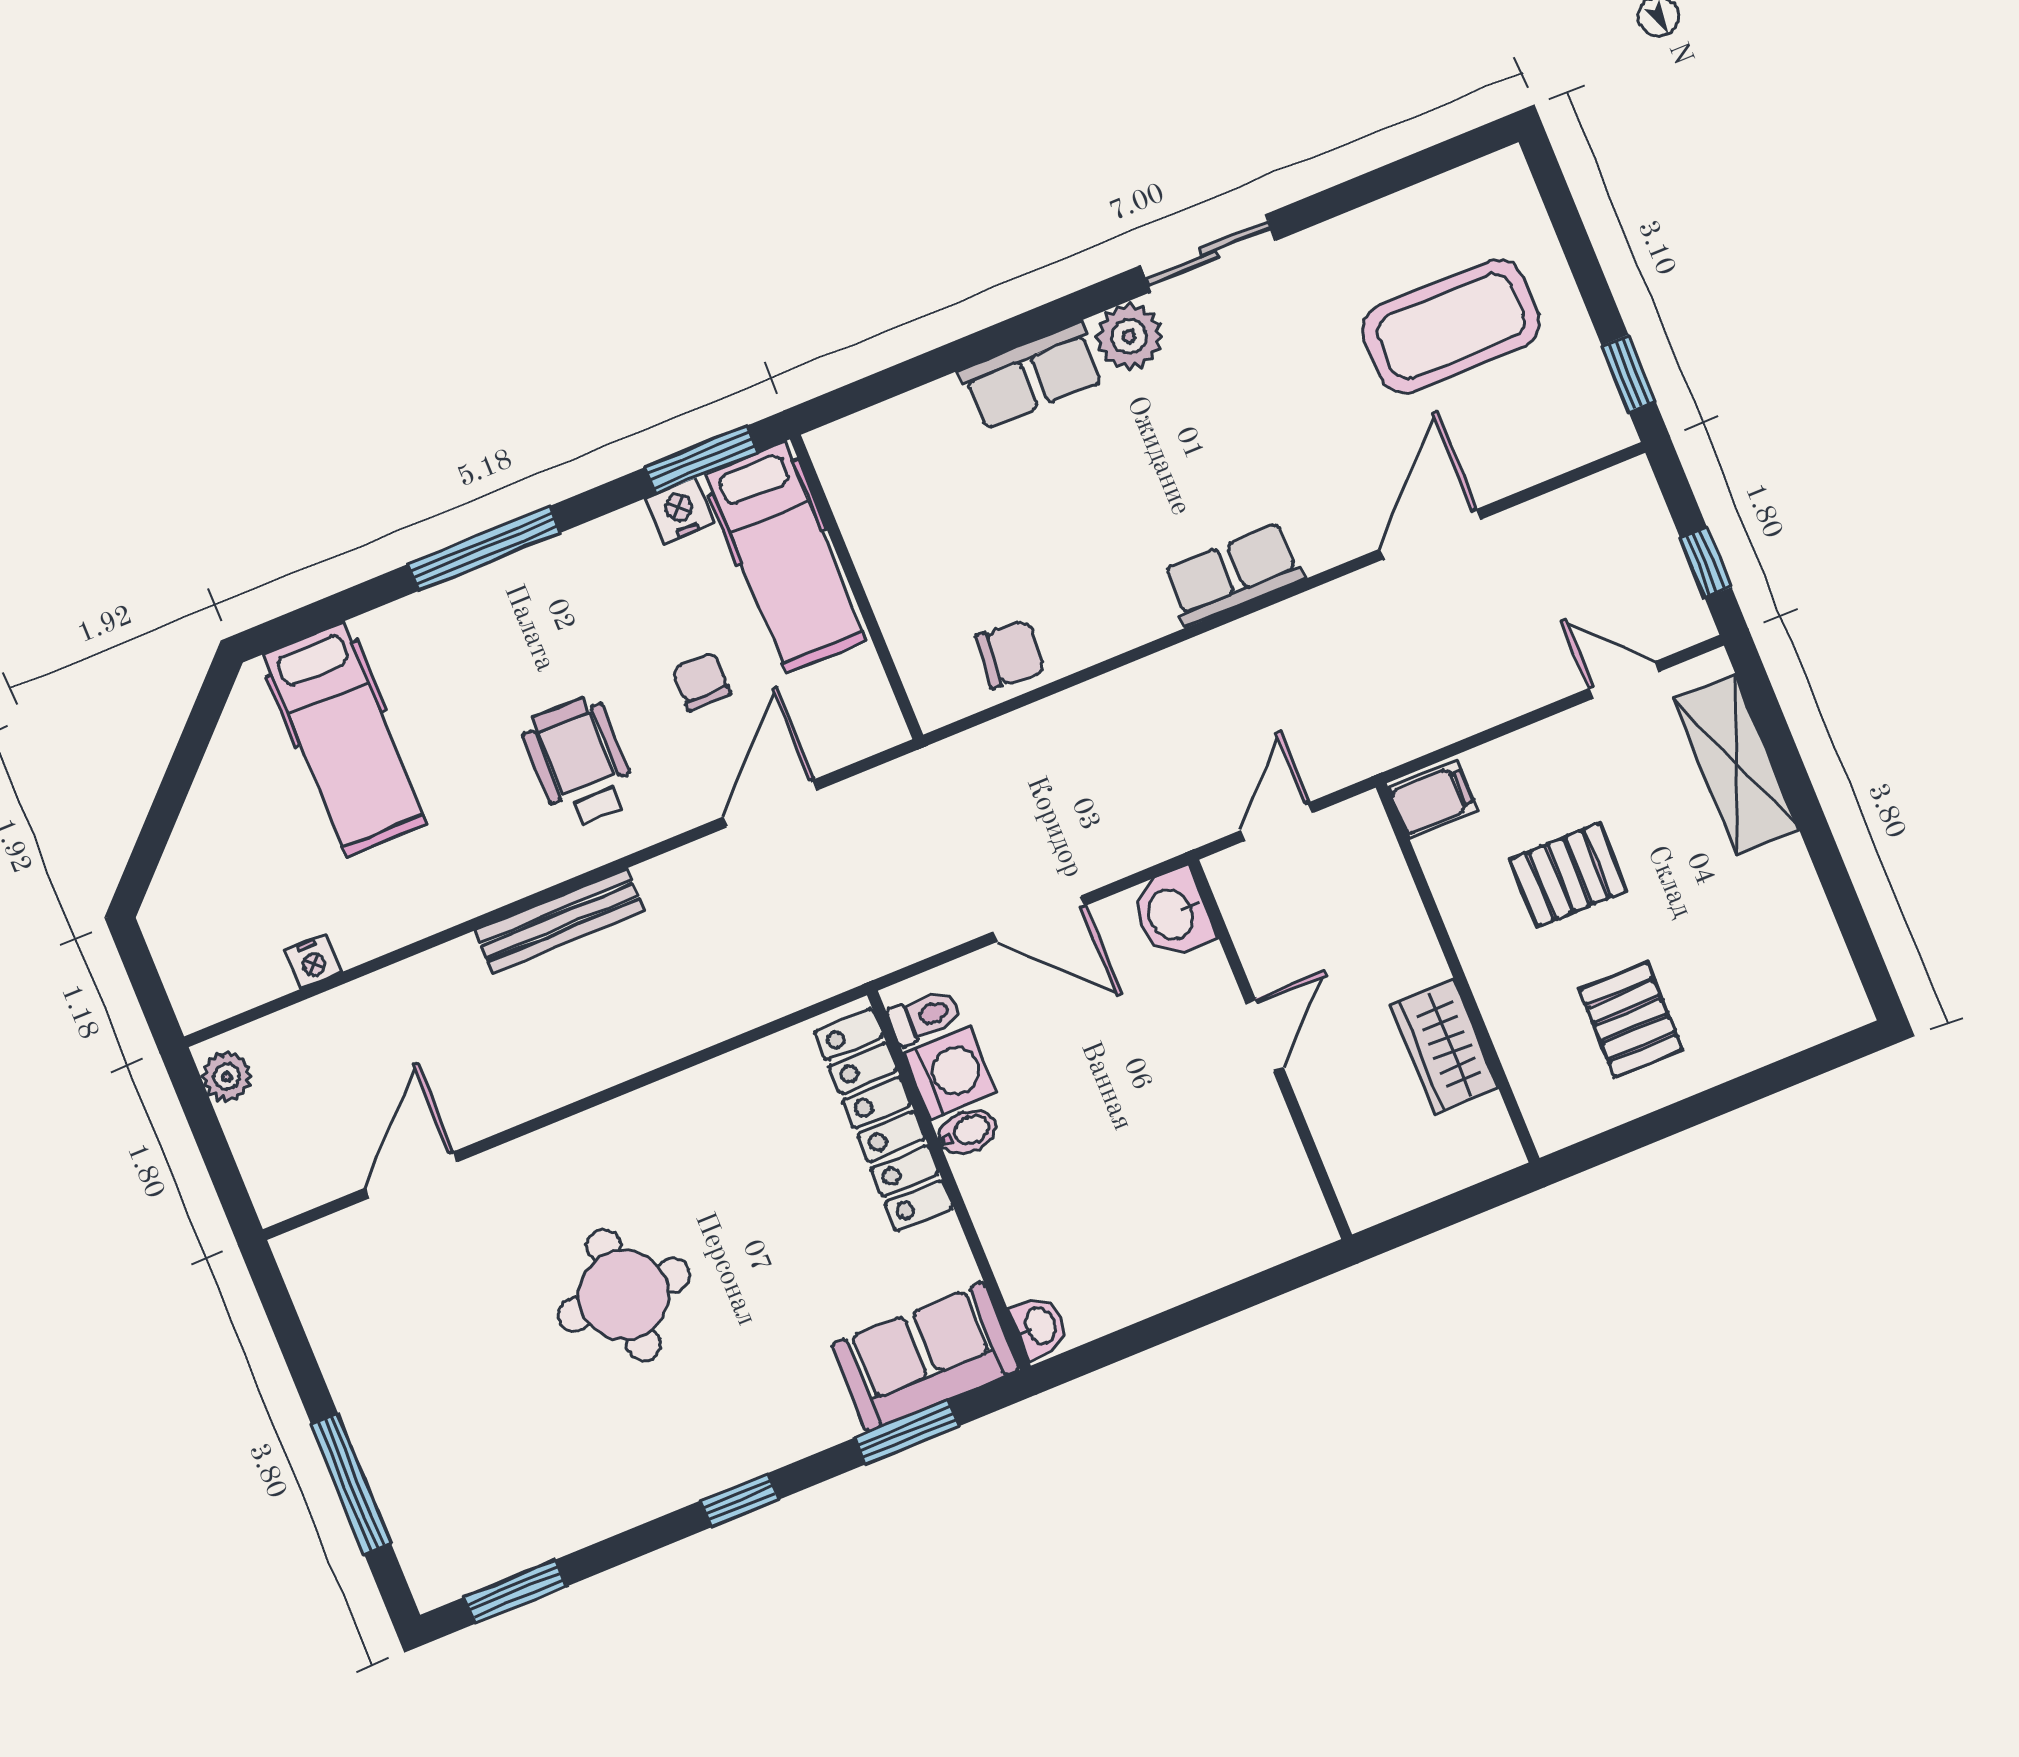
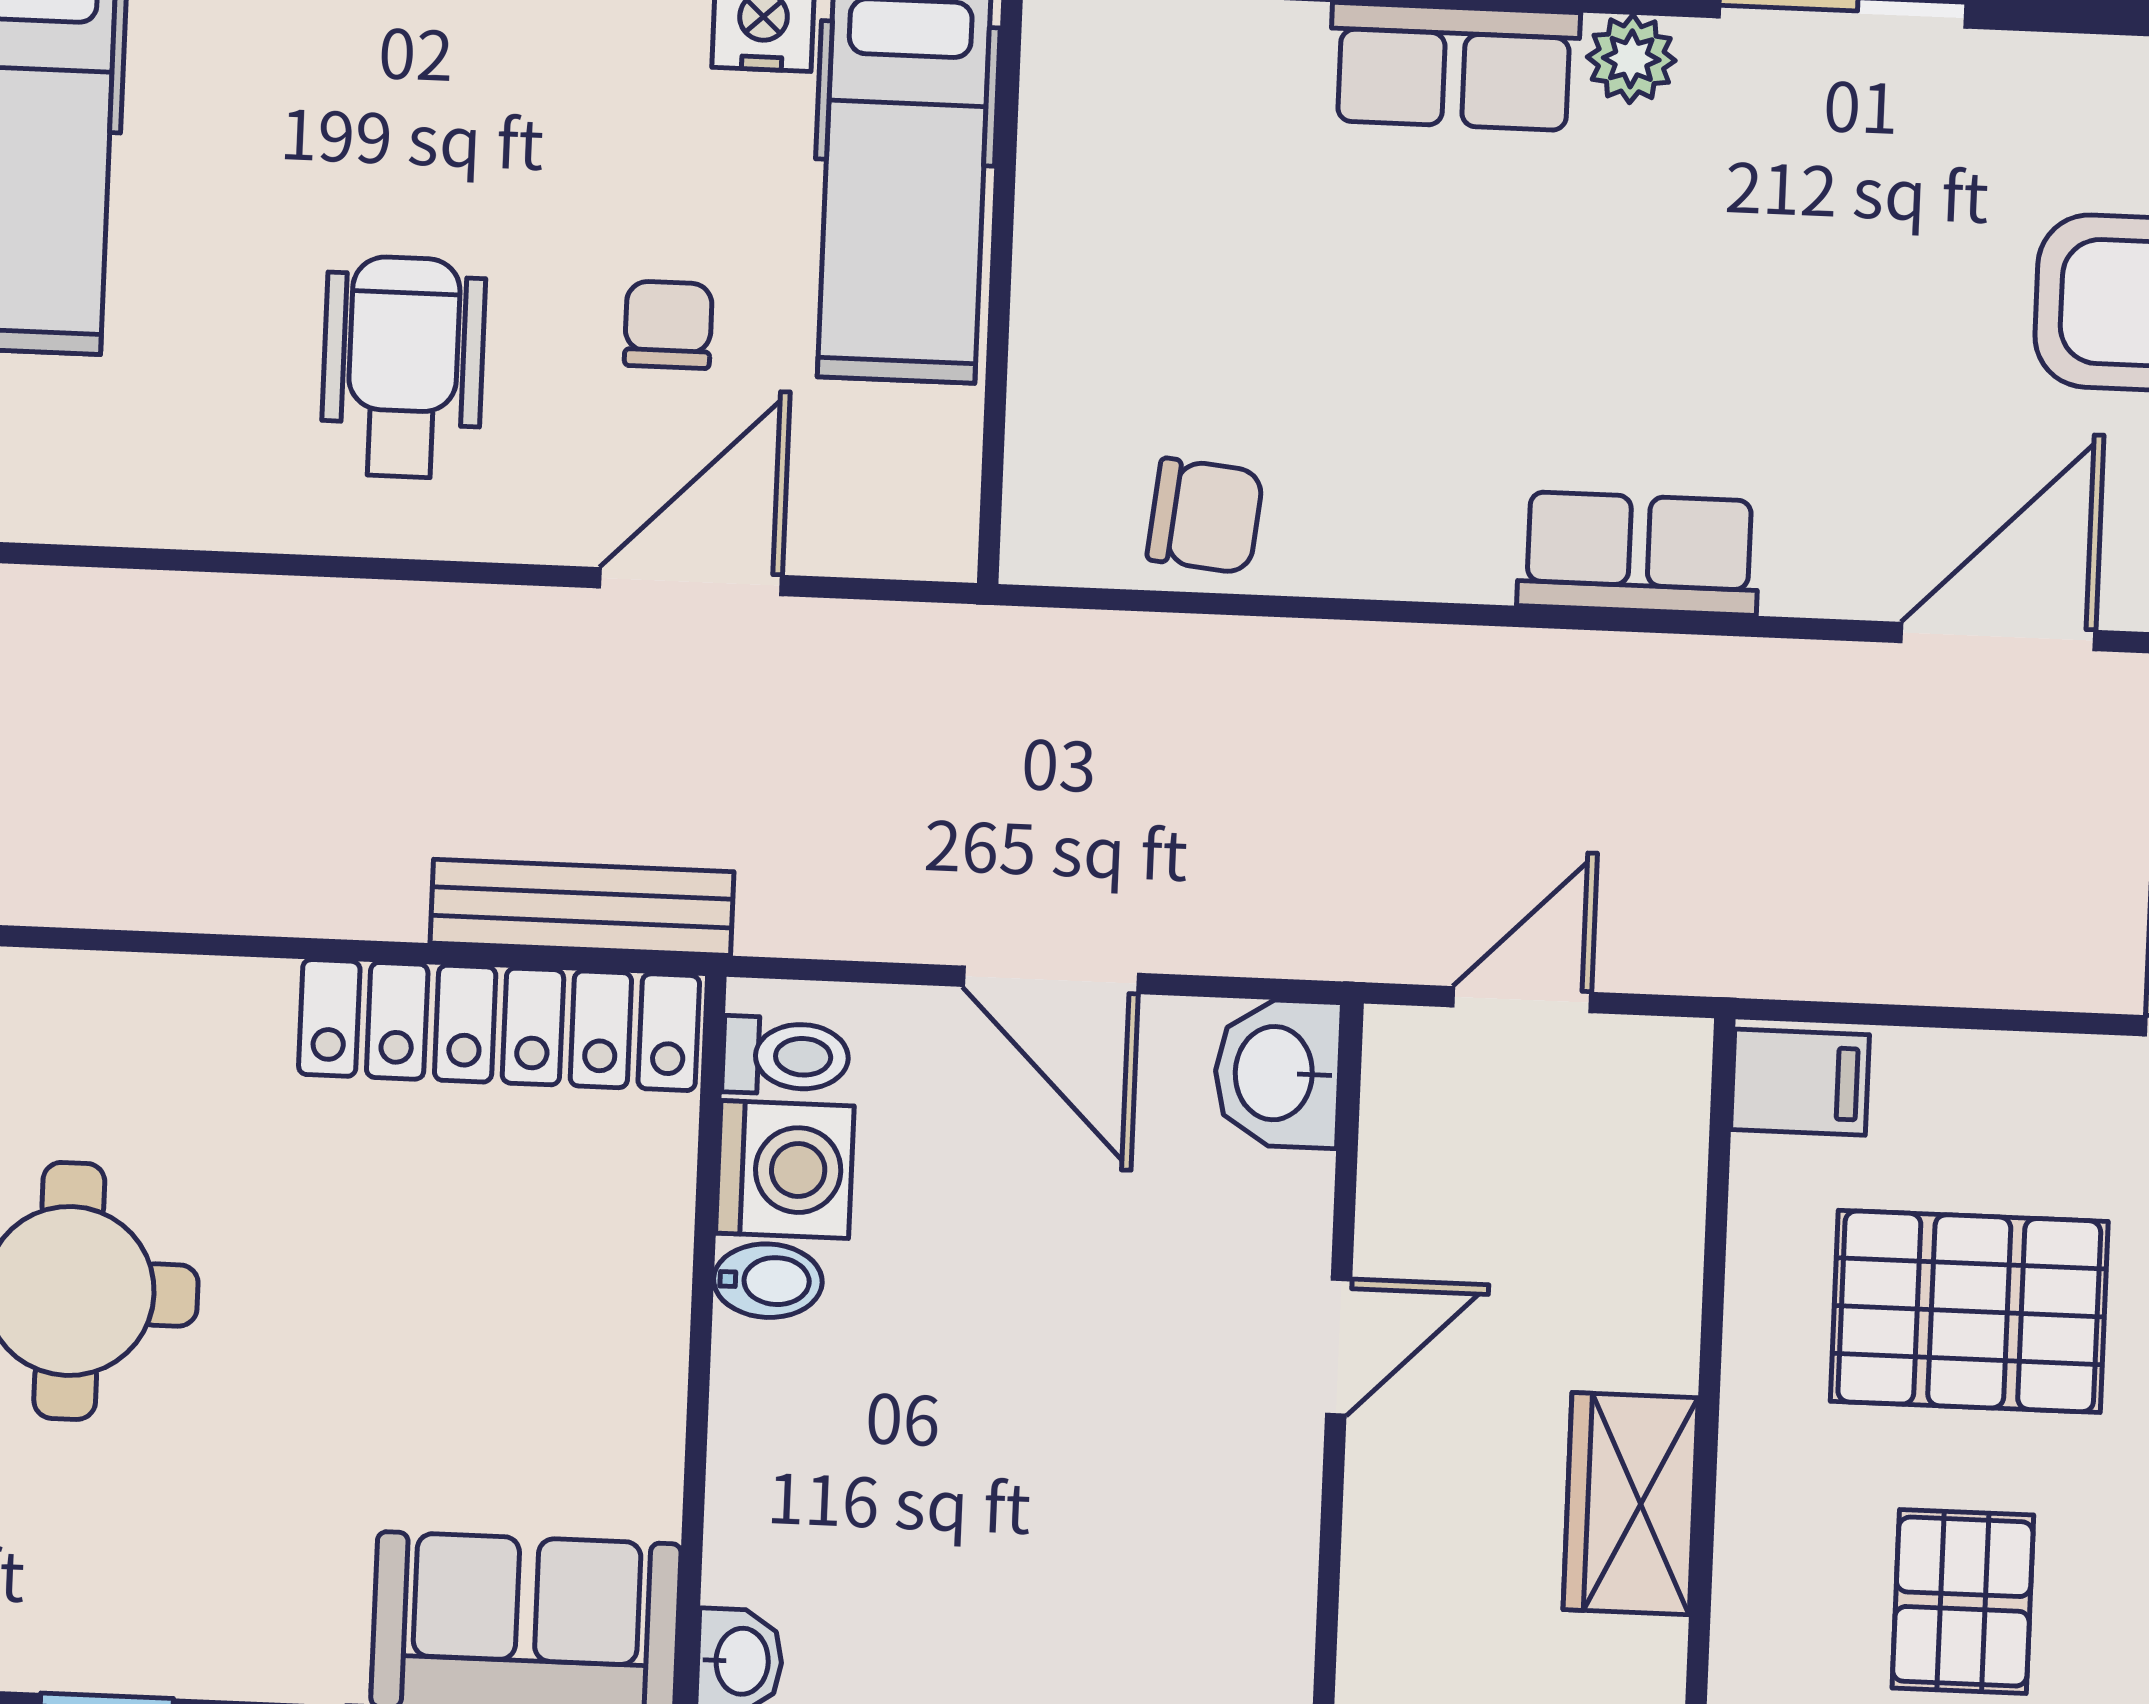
plant: (1129, 337) -> (1631, 59), width x0.73, depth x0.73
pallet: (1568, 875) -> (1969, 1311), width x1.50, depth x1.42
bench: (559, 921) -> (582, 907), moved
locker: (884, 1120) -> (499, 1025), moved, turned -90

